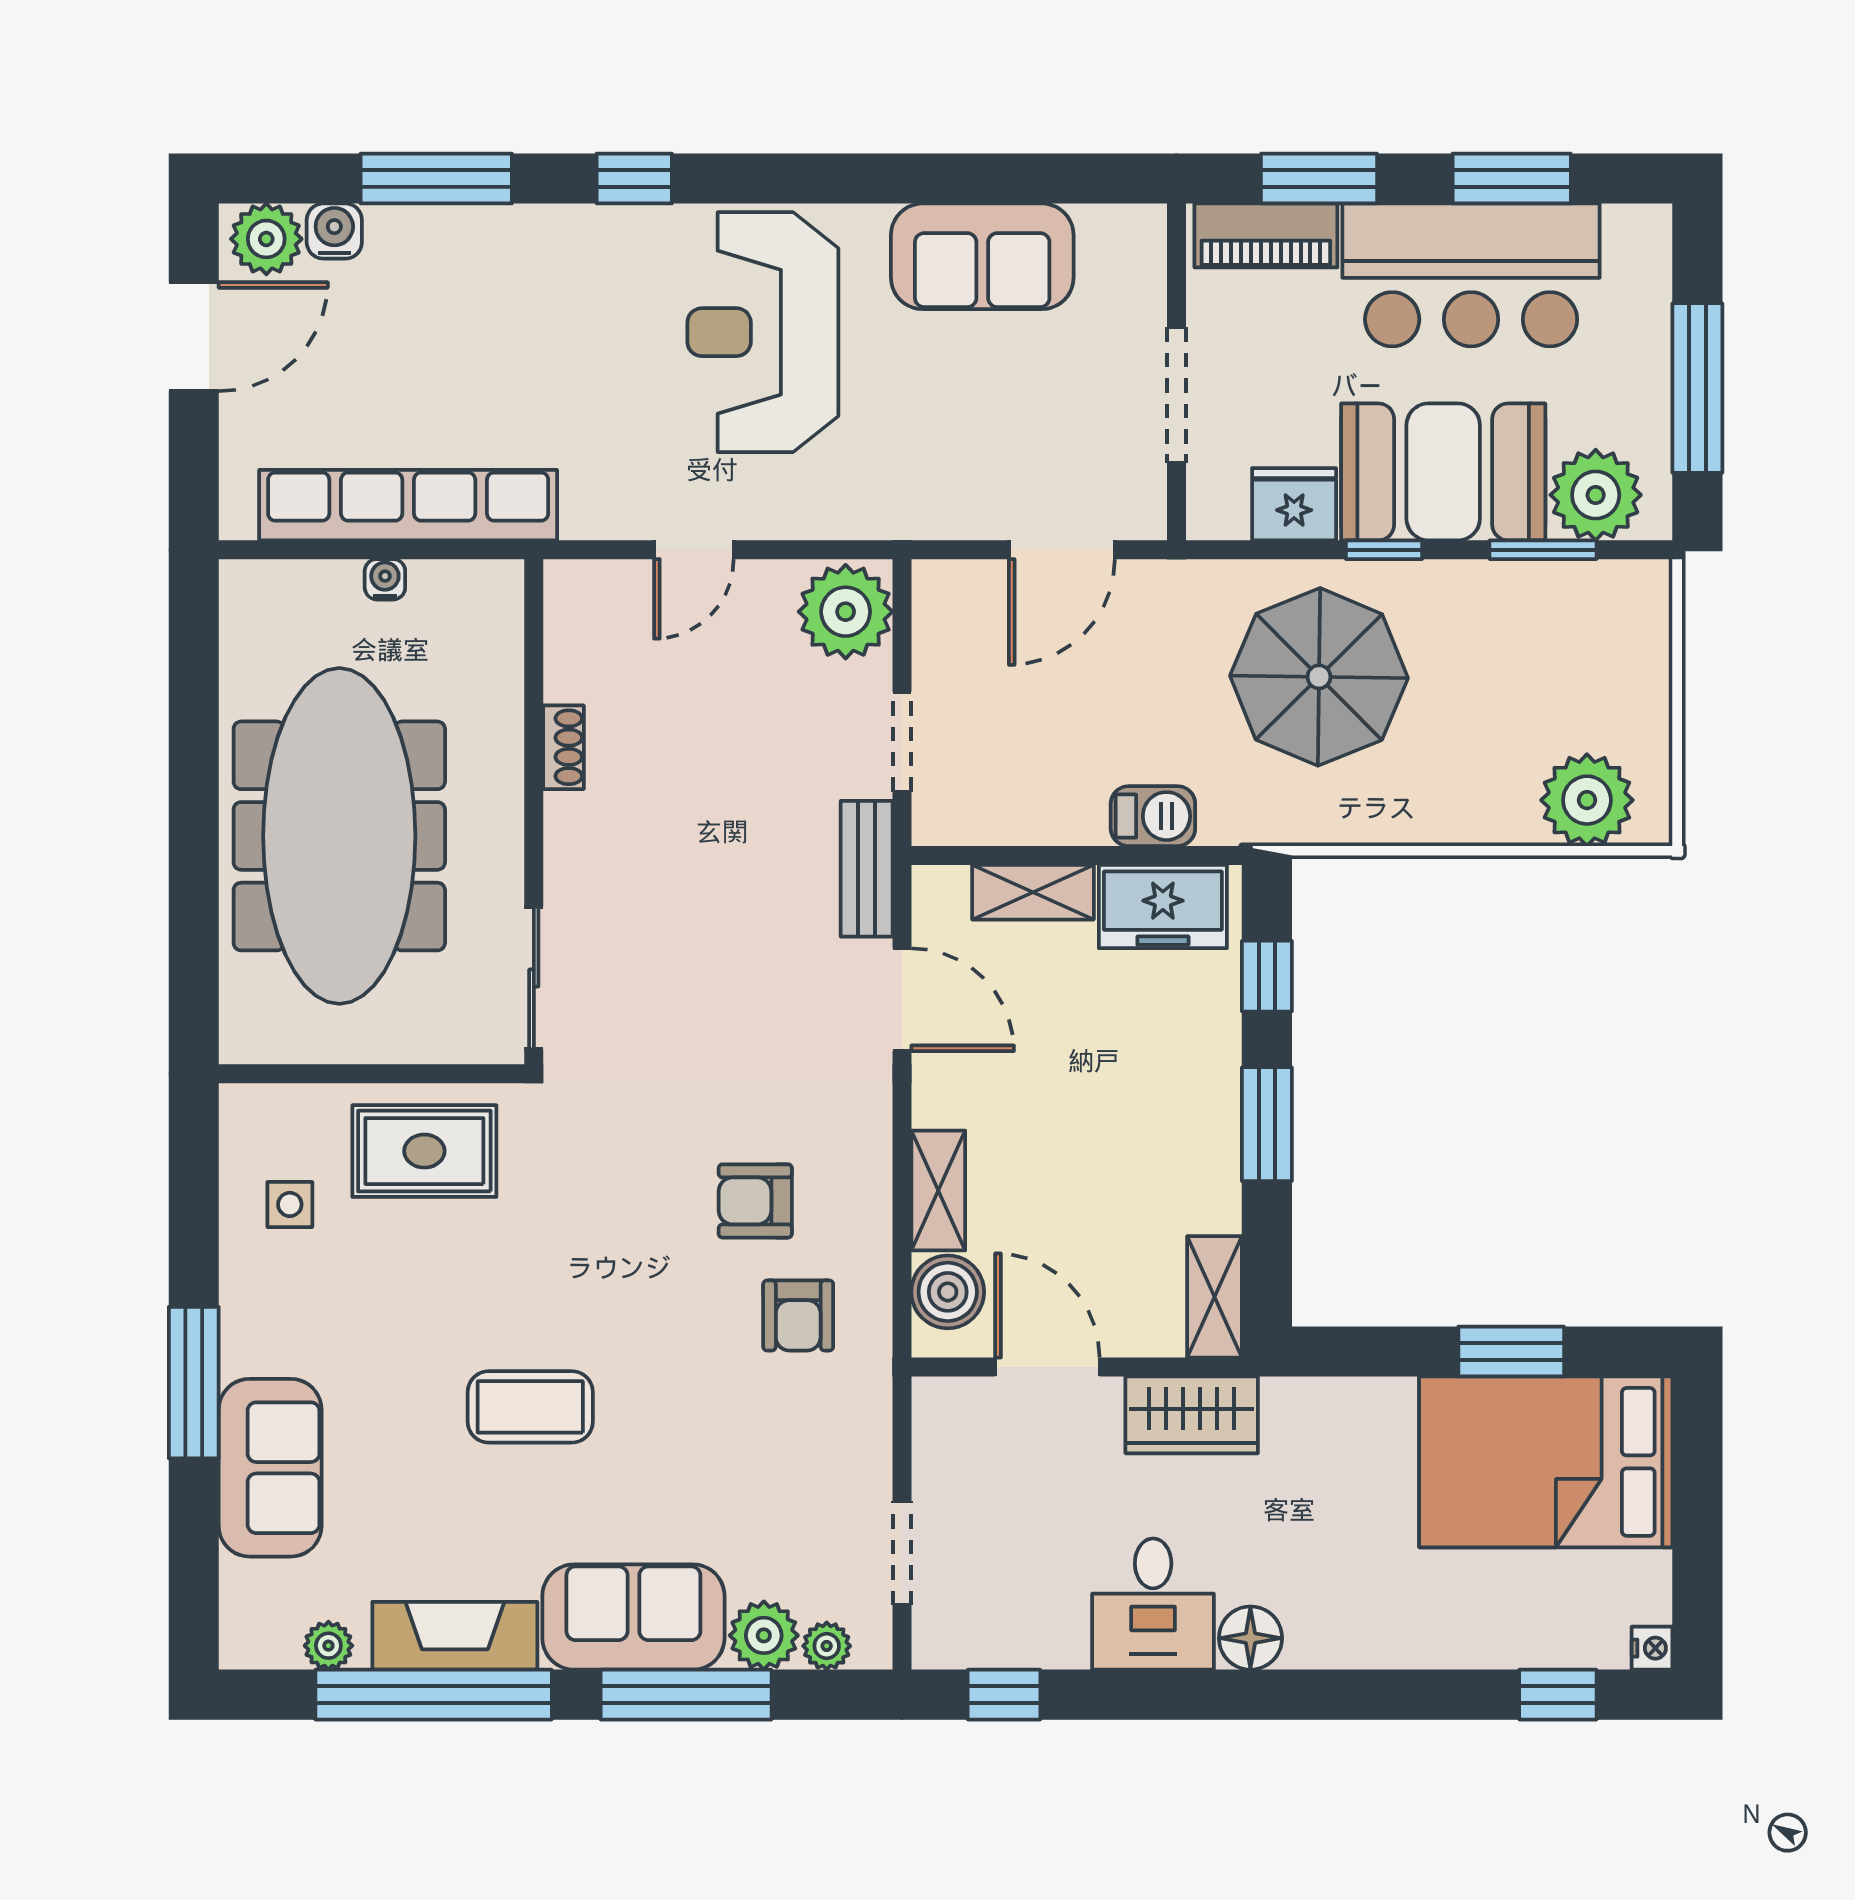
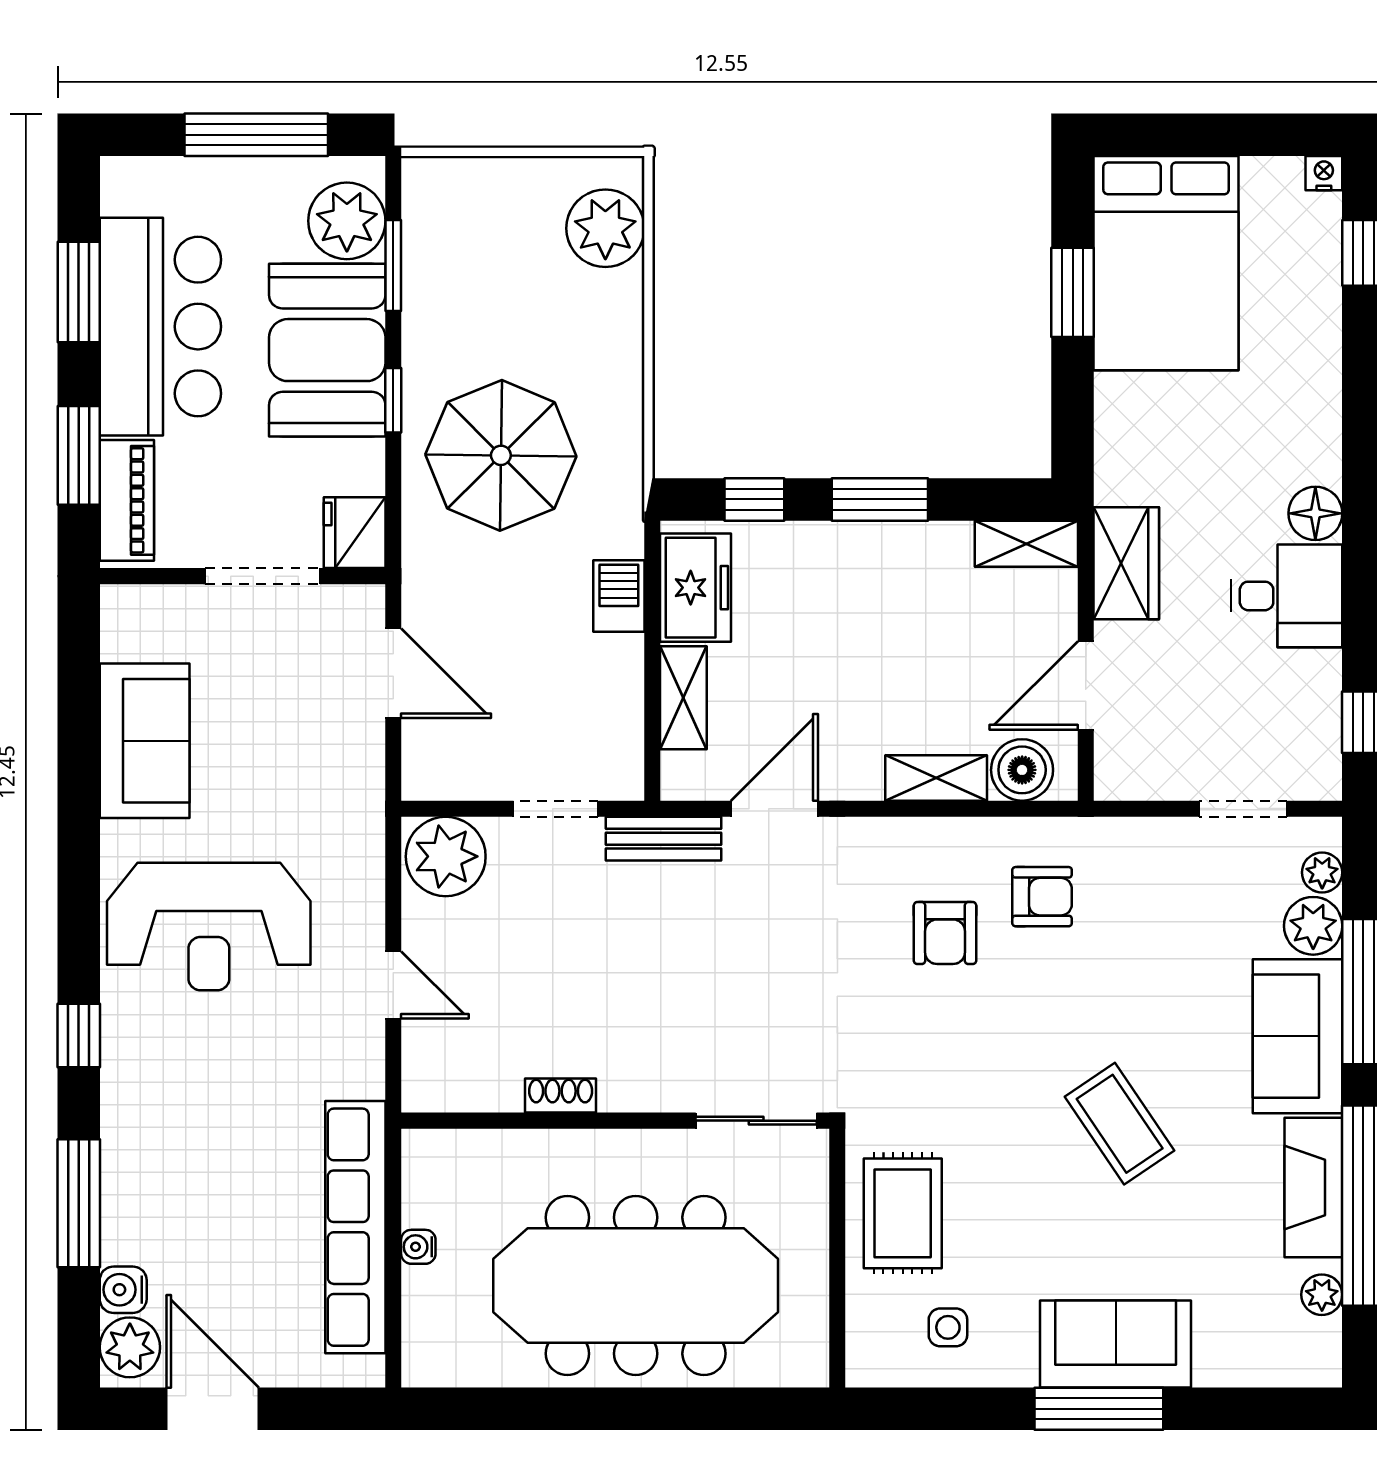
fridge: (1294, 504) -> (355, 533), moved
coffee table: (530, 1407) -> (1120, 1124), turned -34
sofa: (270, 1468) -> (1116, 1344), moved

